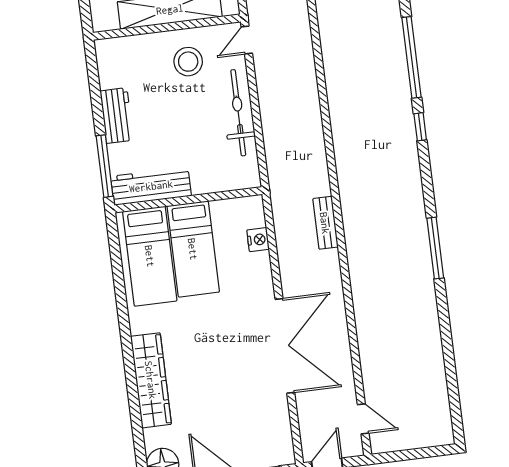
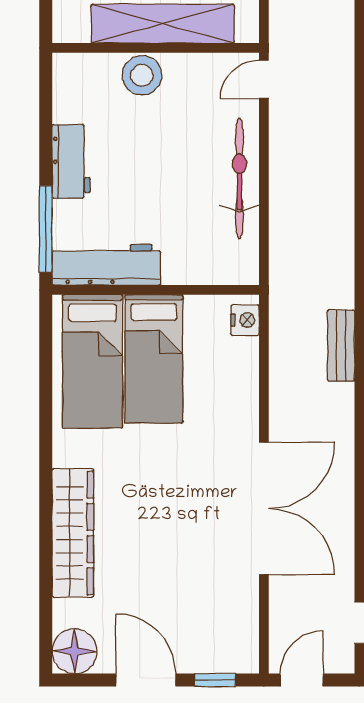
stool: (188, 62) -> (142, 75), moved
nightstand: (258, 240) -> (245, 320), moved

